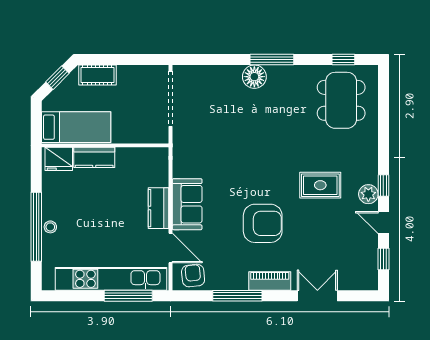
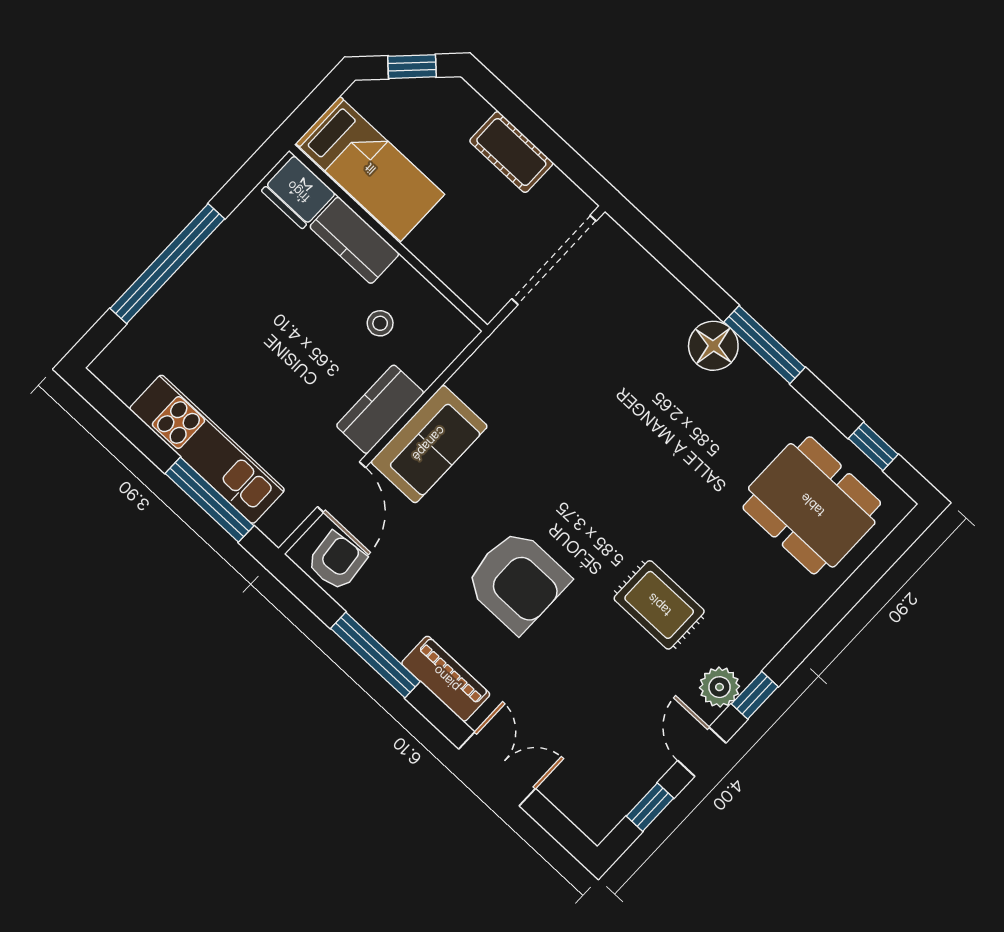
cot: (97, 75) -> (511, 152), moved
dining table: (341, 100) -> (812, 505), turned 90
stool: (50, 227) -> (380, 323), moved
kitchen unit: (111, 279) -> (207, 449), width x0.73

